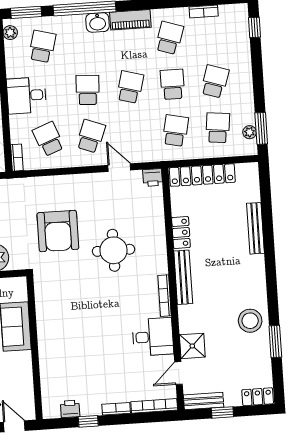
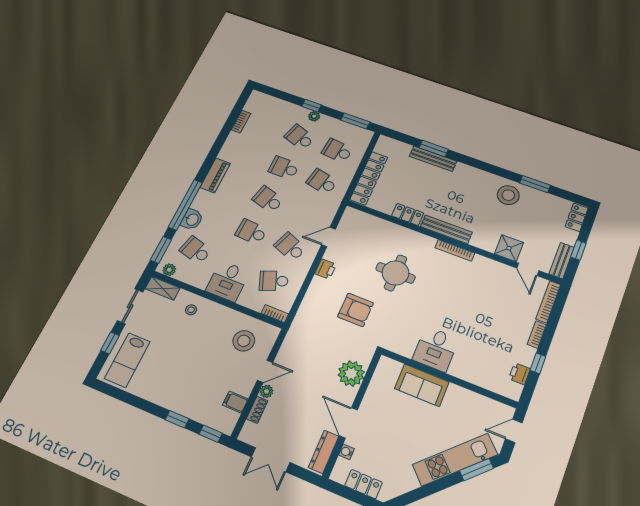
washbasin: (98, 22) -> (192, 219), moved
window: (255, 27) -> (311, 106), moved
school desk: (169, 38) -> (246, 154), removed
plant: (250, 132) -> (314, 116), moved
printer: (153, 177) -> (326, 269), moved
window: (268, 224) -> (434, 149), added
armchair: (58, 231) -> (356, 310), width x0.73, depth x0.73
desk: (153, 337) -> (435, 349), moved, turned 180

